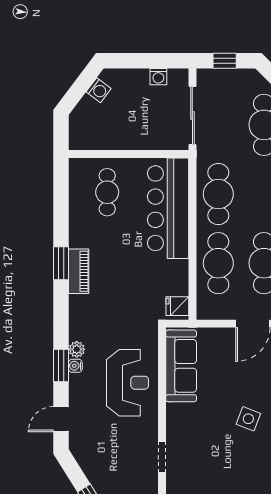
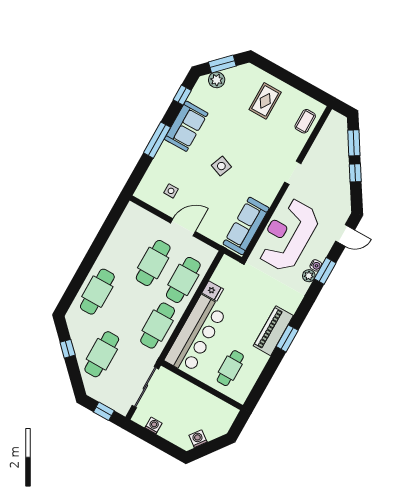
piano: (79, 271) -> (273, 331), width x1.37, depth x1.33
fridge: (177, 306) -> (213, 291), moved
reception desk: (128, 383) -> (288, 235), width x1.36, depth x1.30

